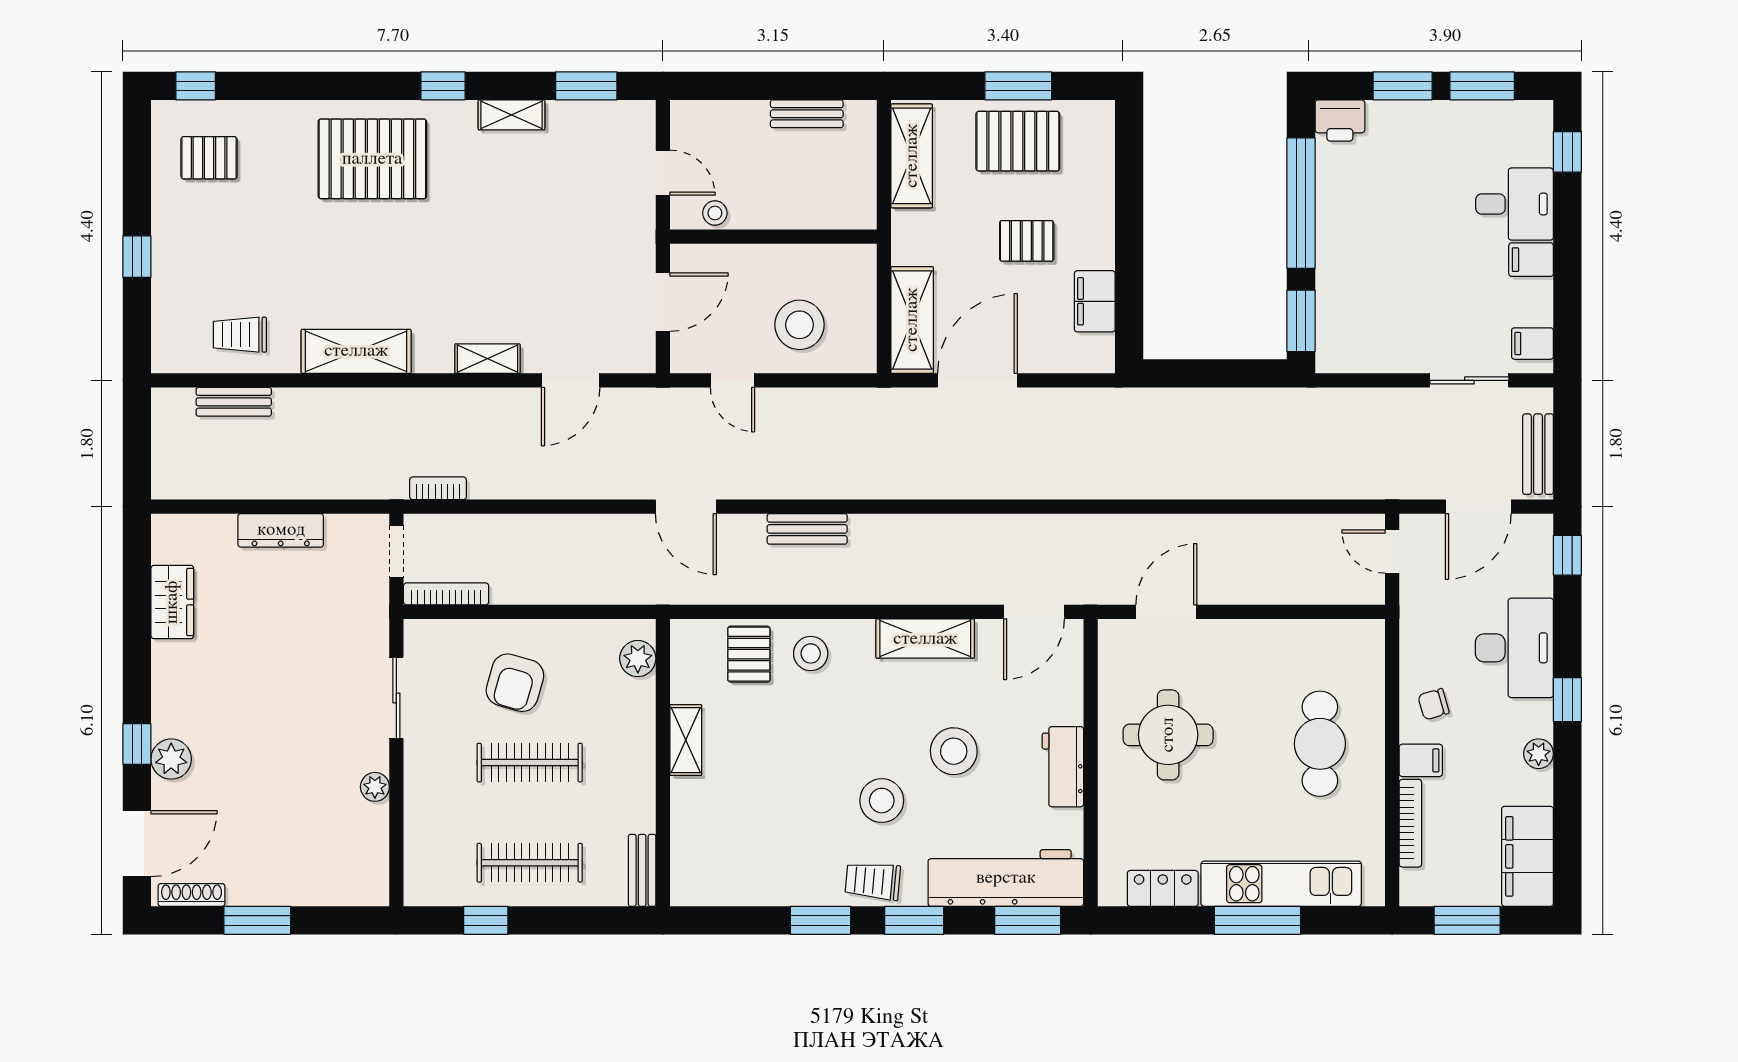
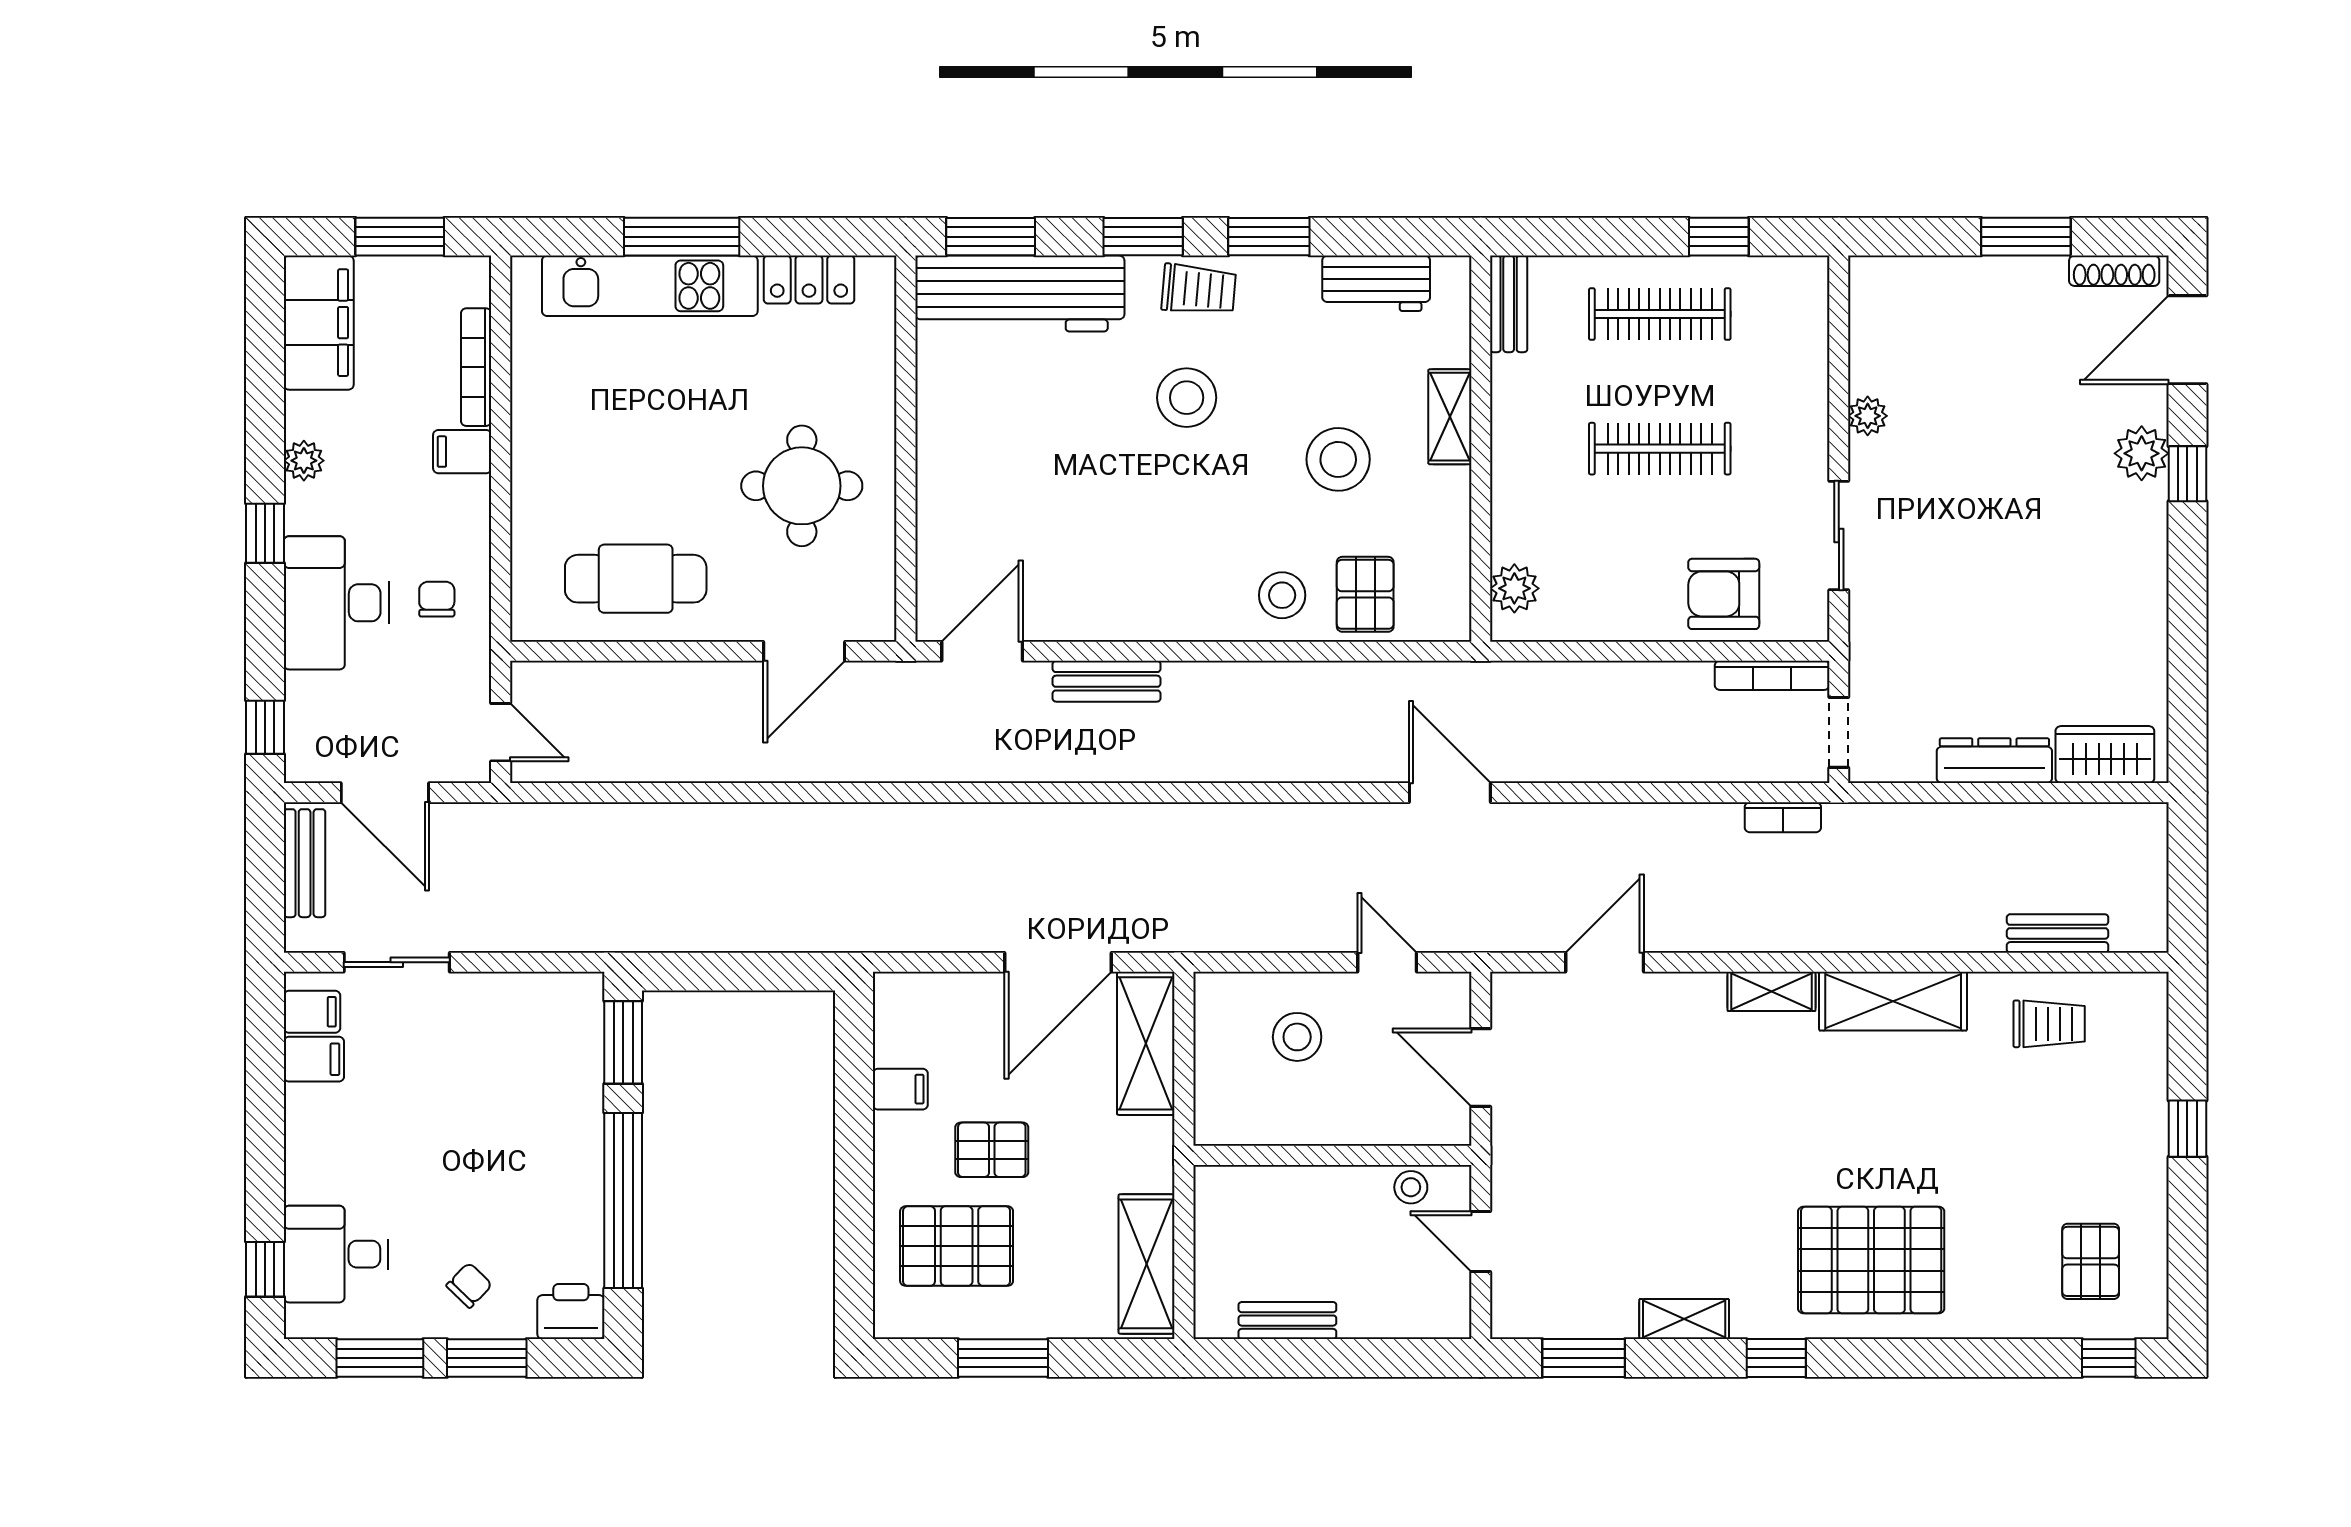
chair: (1416, 140) -> (469, 1285), added
pallet: (1018, 141) -> (957, 1246), moved
pallet: (209, 158) -> (2091, 1261), turned 90
desk: (1515, 204) -> (336, 1254), moved
filing cabinet: (1531, 260) -> (314, 1059), moved
filing cabinet: (1095, 301) -> (900, 1089), width x0.50
door: (663, 302) -> (1481, 1067), hinge flipped
stool: (800, 325) -> (1297, 1037), width x0.73, depth x0.73
shelving: (487, 359) -> (1772, 991), moved
door: (1478, 507) -> (385, 793), swing flipped
bench: (807, 529) -> (1107, 681), moved
wardrobe: (172, 602) -> (2105, 755), moved, turned 90
shelving: (925, 639) -> (1128, 615), removed
armchair: (515, 683) -> (1724, 594), moved, turned -106
chair: (1434, 704) -> (437, 599), moved, turned -74
shelving: (686, 740) -> (1450, 417), moved
cafe table: (1320, 744) -> (636, 579), moved, turned 90
stool: (954, 751) -> (1338, 459), moved
workbench: (1063, 767) -> (1376, 283), moved, turned 90

